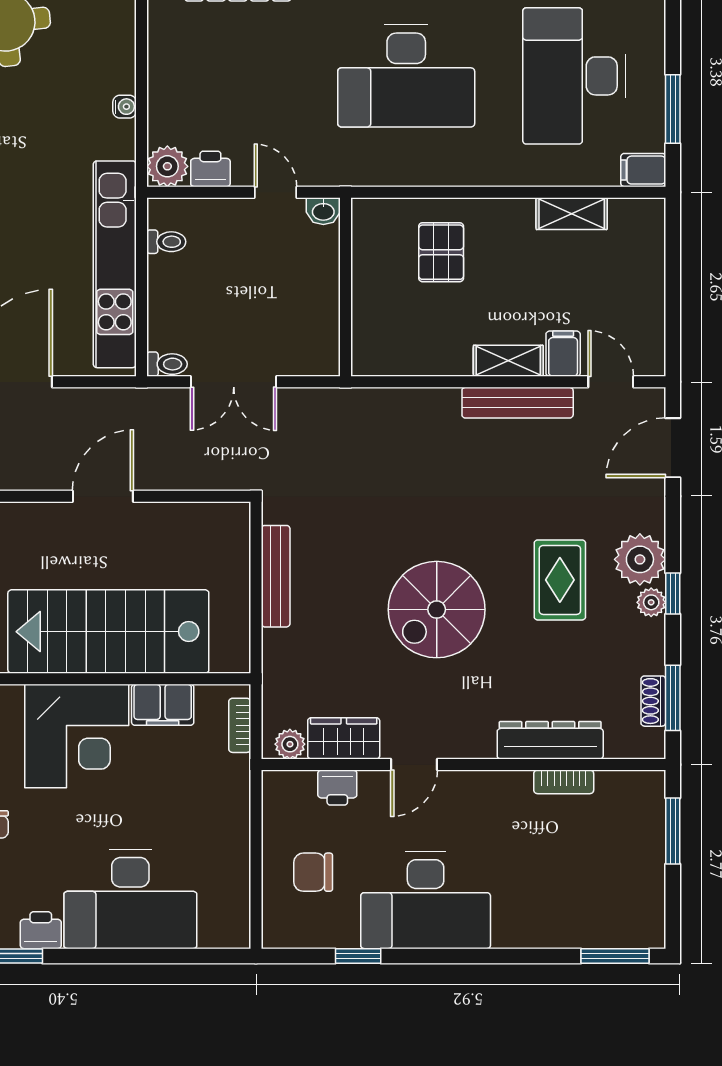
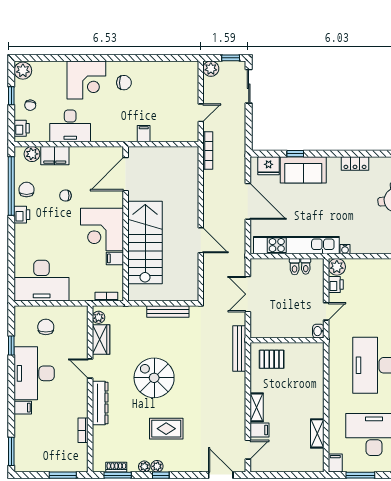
water cooler: (125, 107) -> (345, 249), moved
pallet: (441, 252) -> (272, 359), moved
toilet: (167, 364) -> (295, 267), moved
bench: (518, 403) -> (239, 349), moved
plant: (640, 559) -> (144, 467), moved, width x0.53, depth x0.53
filing cabinet: (163, 705) -> (115, 258), width x0.50
dresser: (550, 740) -> (100, 403), moved
printer: (337, 788) -> (81, 337), removed
desk: (130, 899) -> (42, 281), moved, turned -90
filing cabinet: (509, 928) -> (23, 408), added

